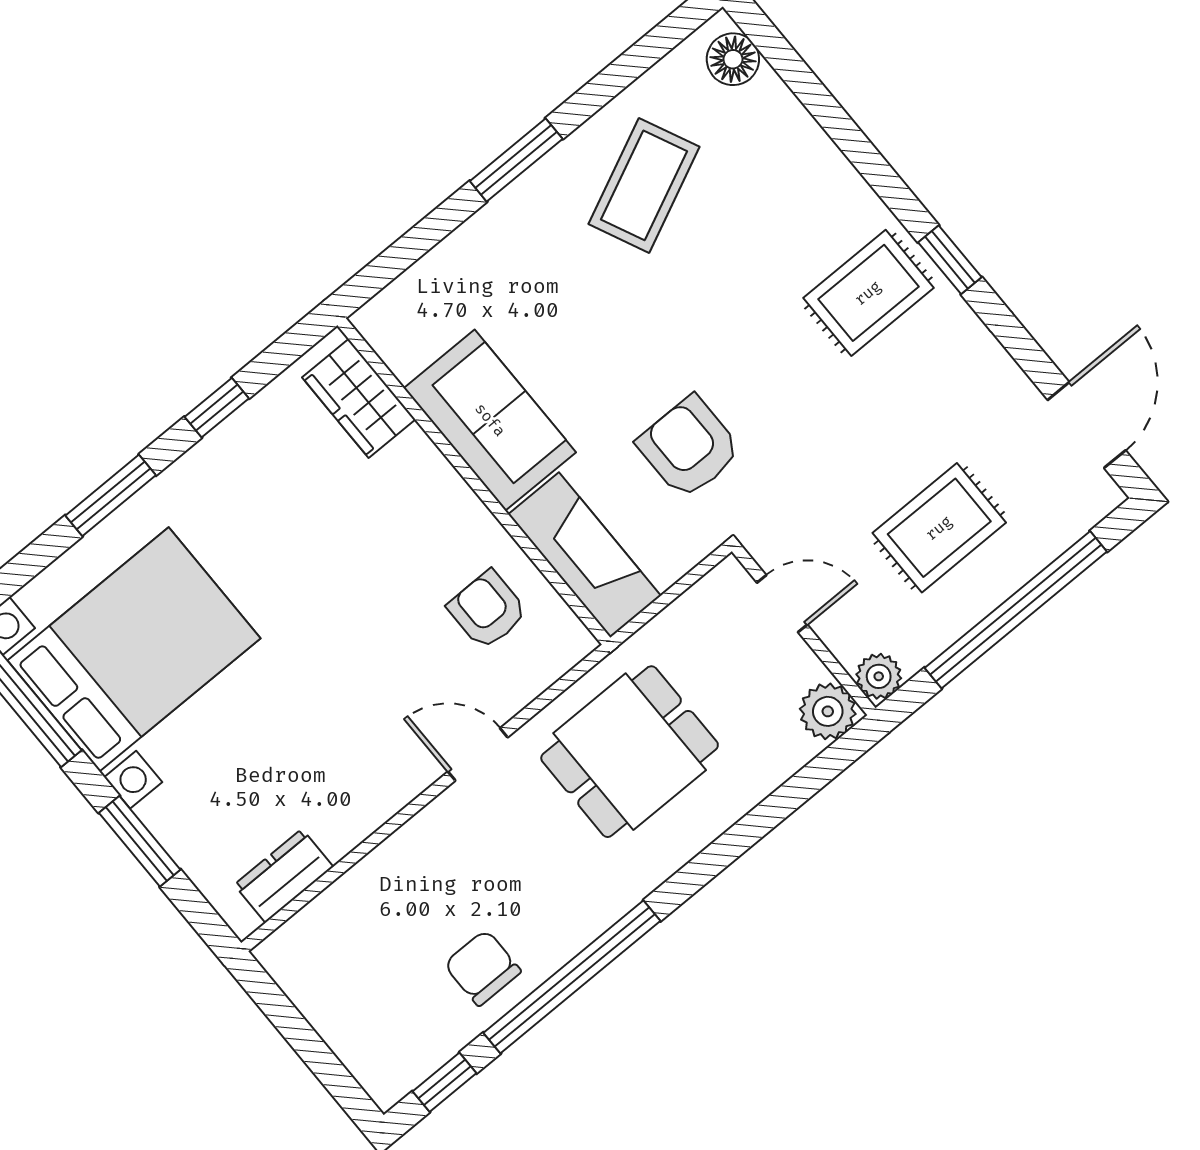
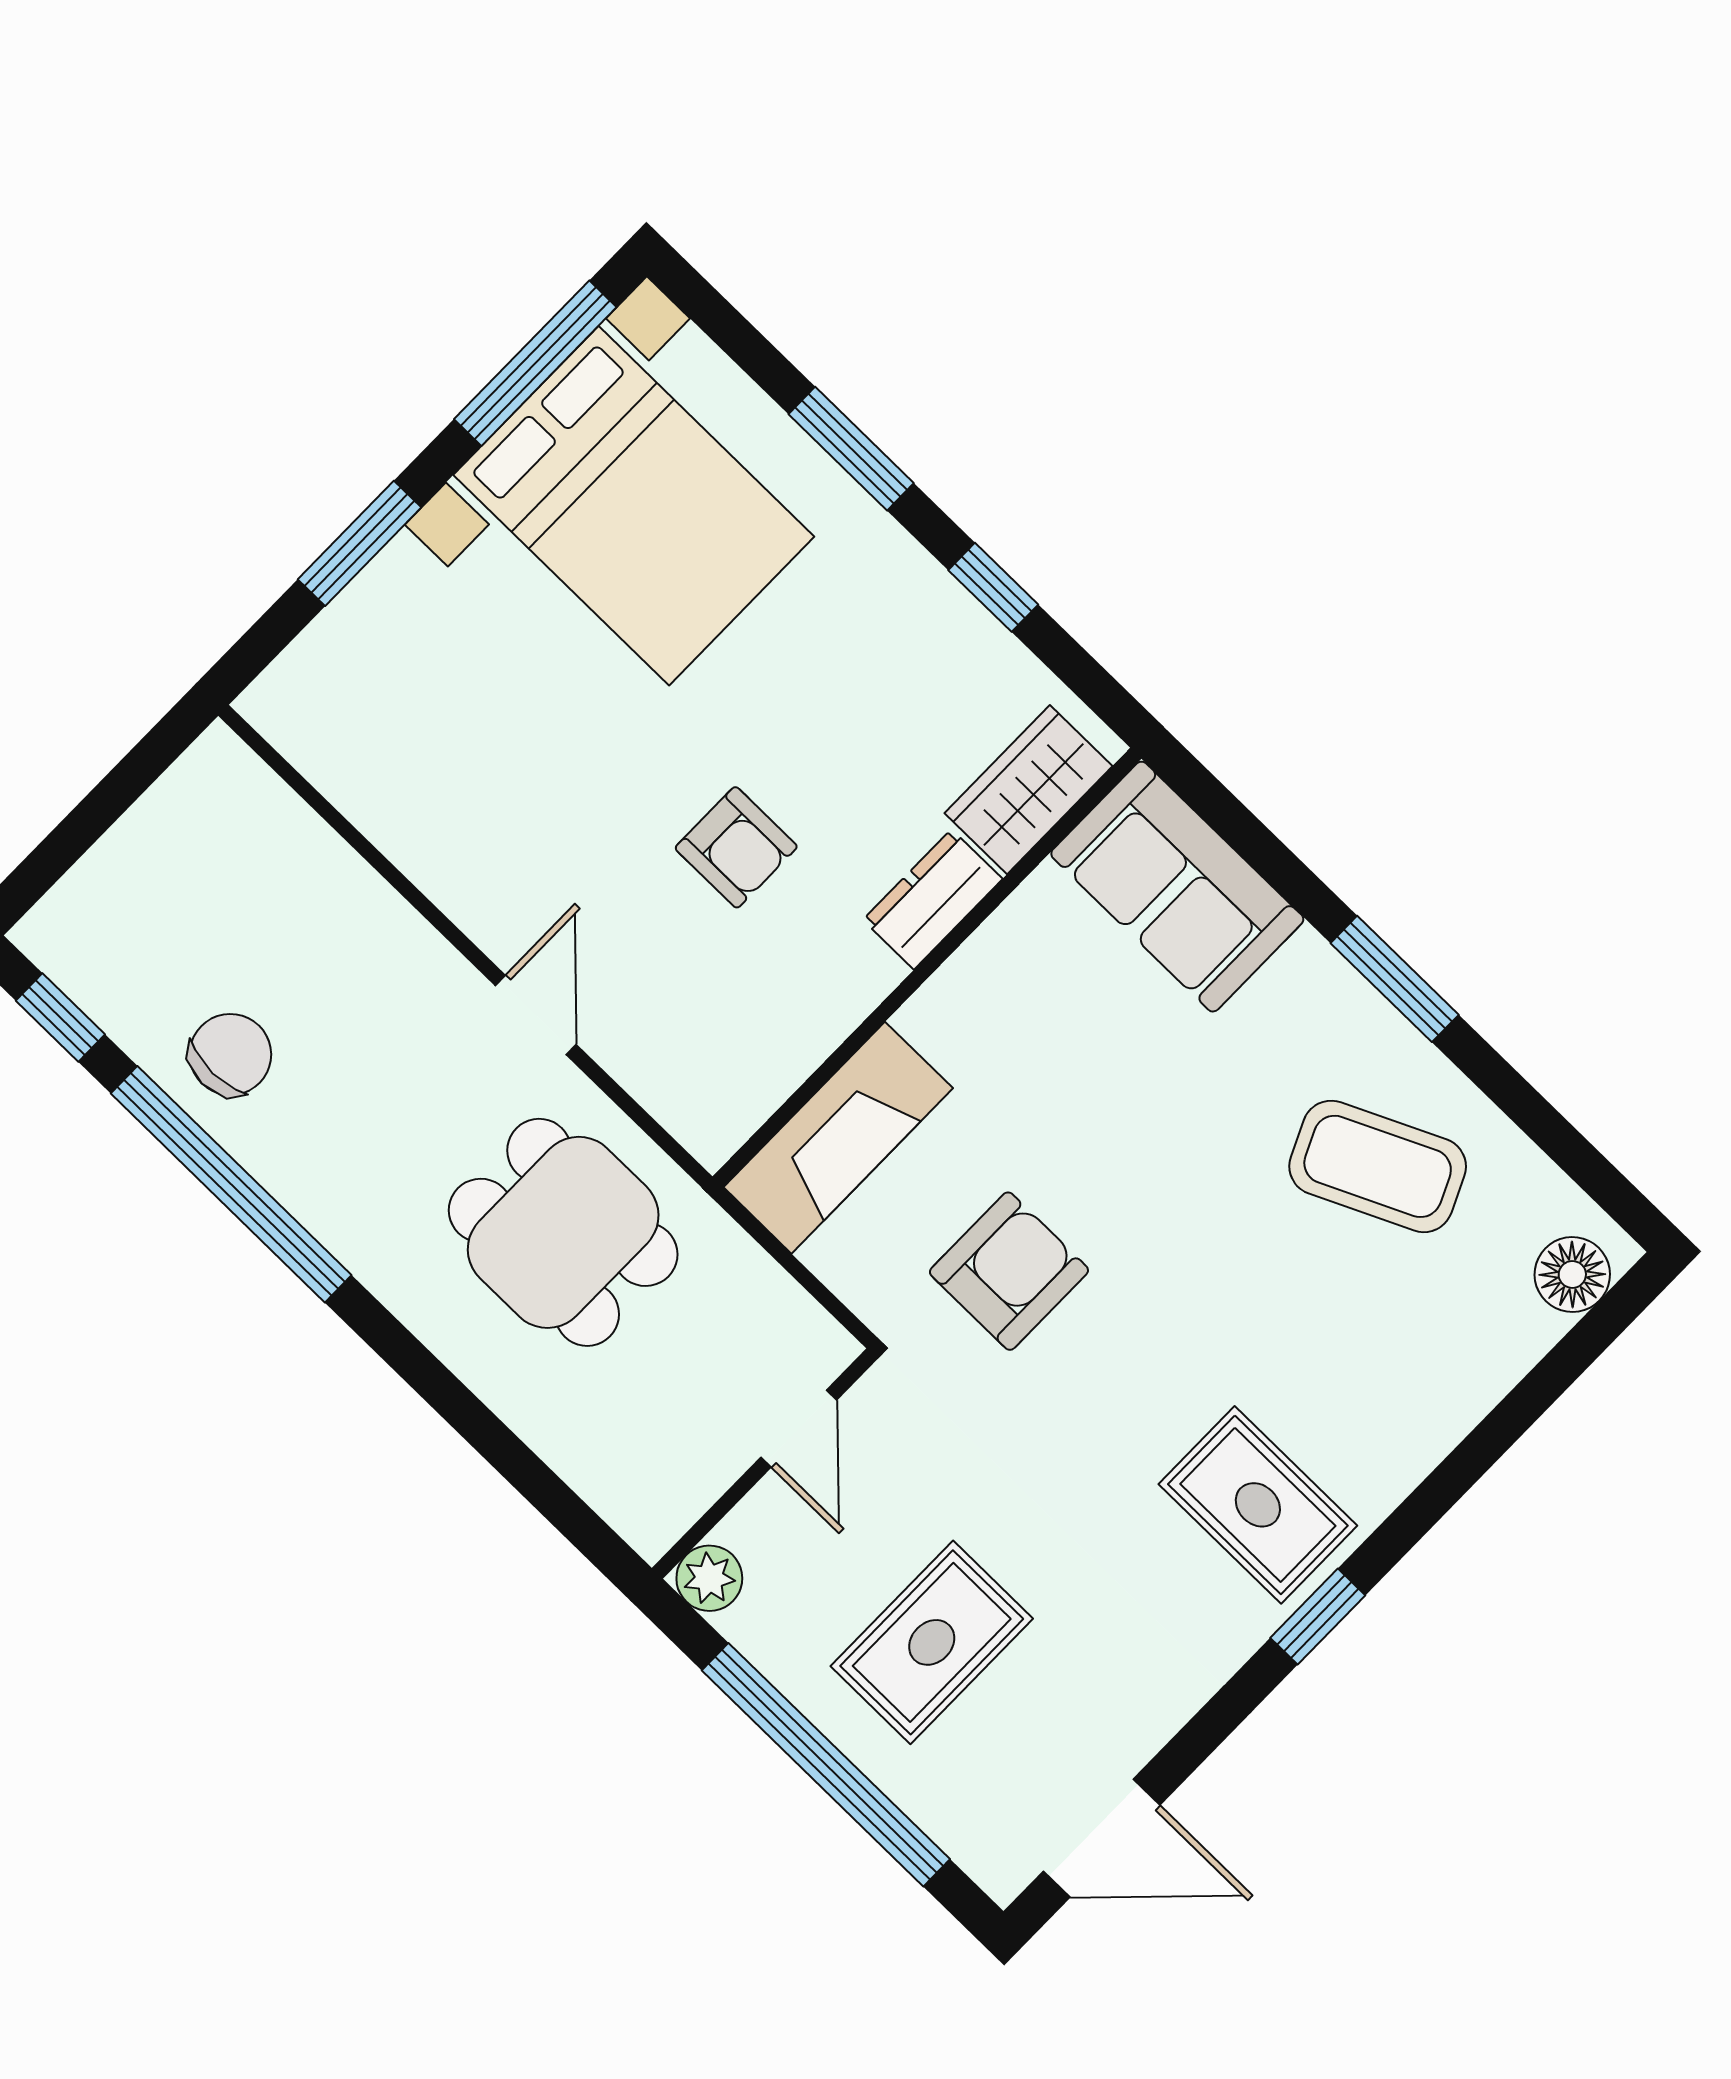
sofa: (490, 420) -> (1177, 887), moved, turned 90
rug: (939, 528) -> (932, 1642), turned 90
armchair: (487, 610) -> (736, 847), moved, turned 90
plant: (828, 711) -> (651, 1511), removed
dresser: (284, 876) -> (933, 899), moved, turned -90

